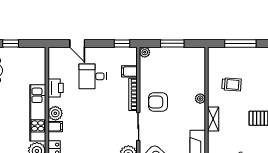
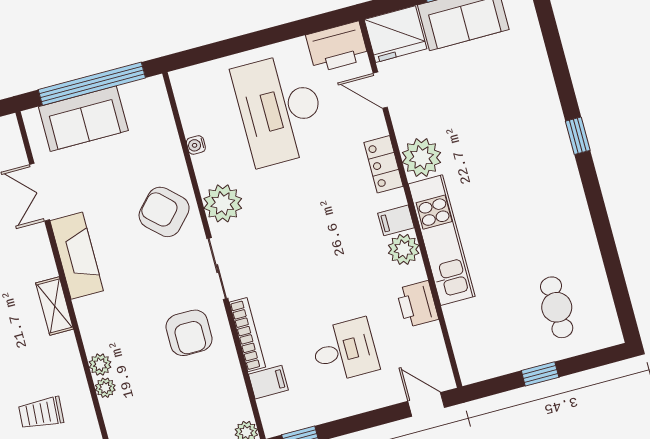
door: (77, 43) -> (426, 404), moved
plant: (201, 88) -> (105, 388), added
armchair: (158, 102) -> (189, 333), turned 90
shelving: (213, 119) -> (55, 306), moved

